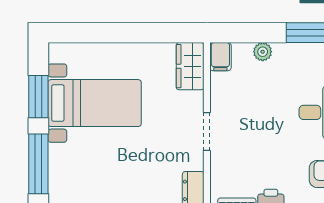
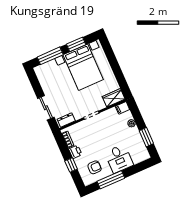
bed with nightstands: (95, 103) -> (83, 67), width x1.36

